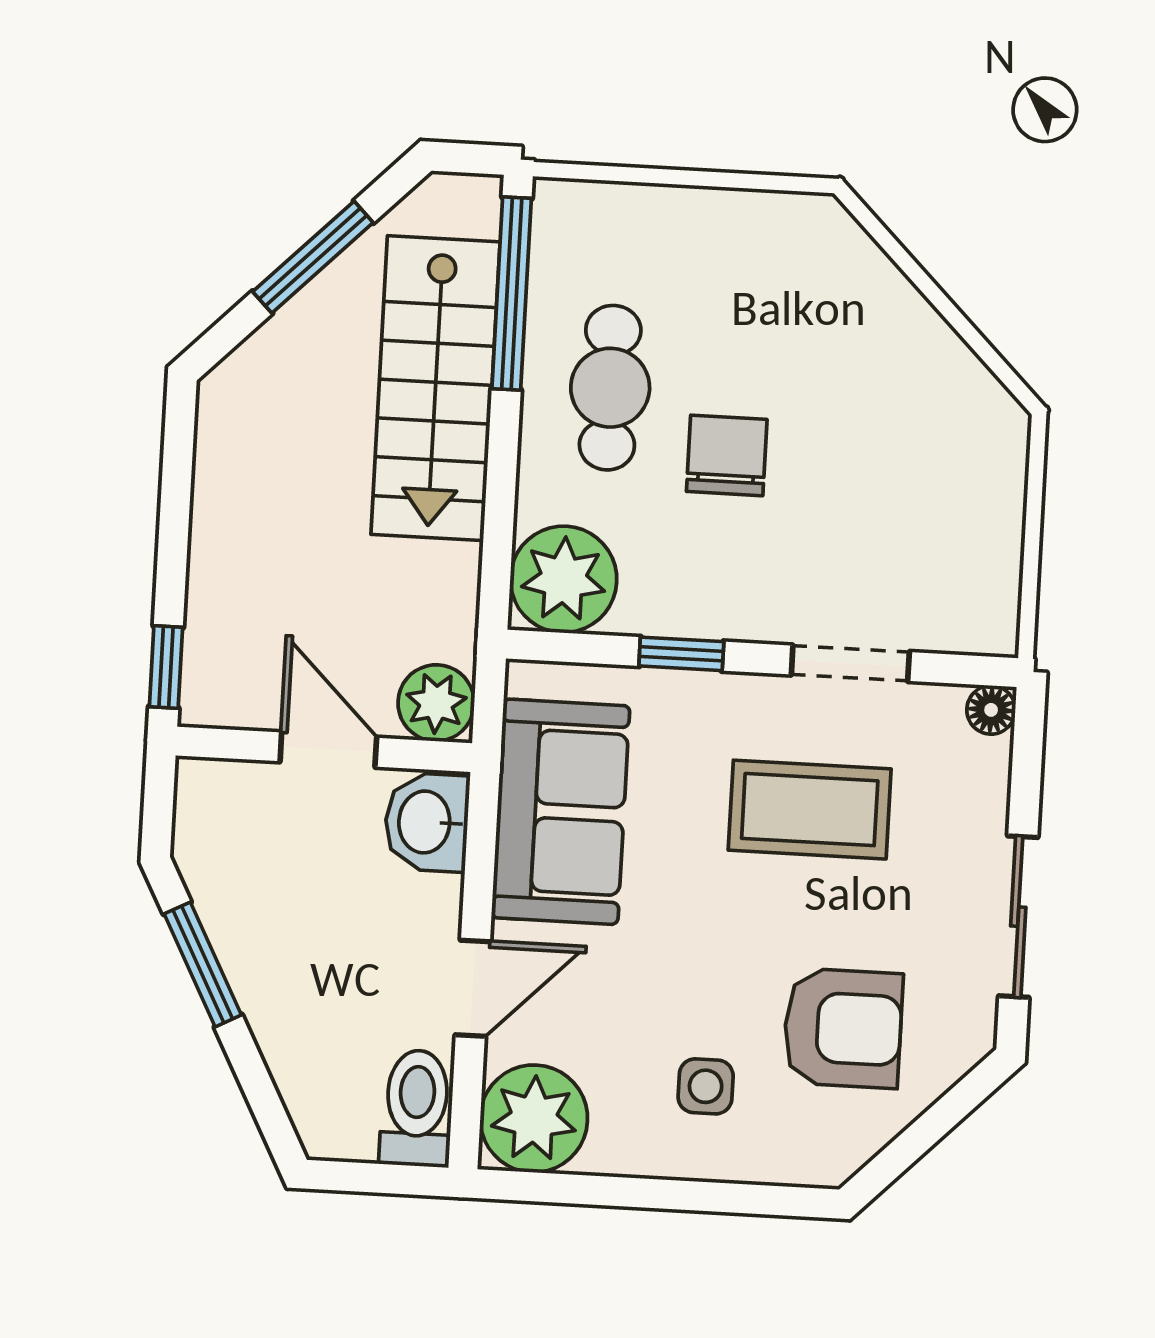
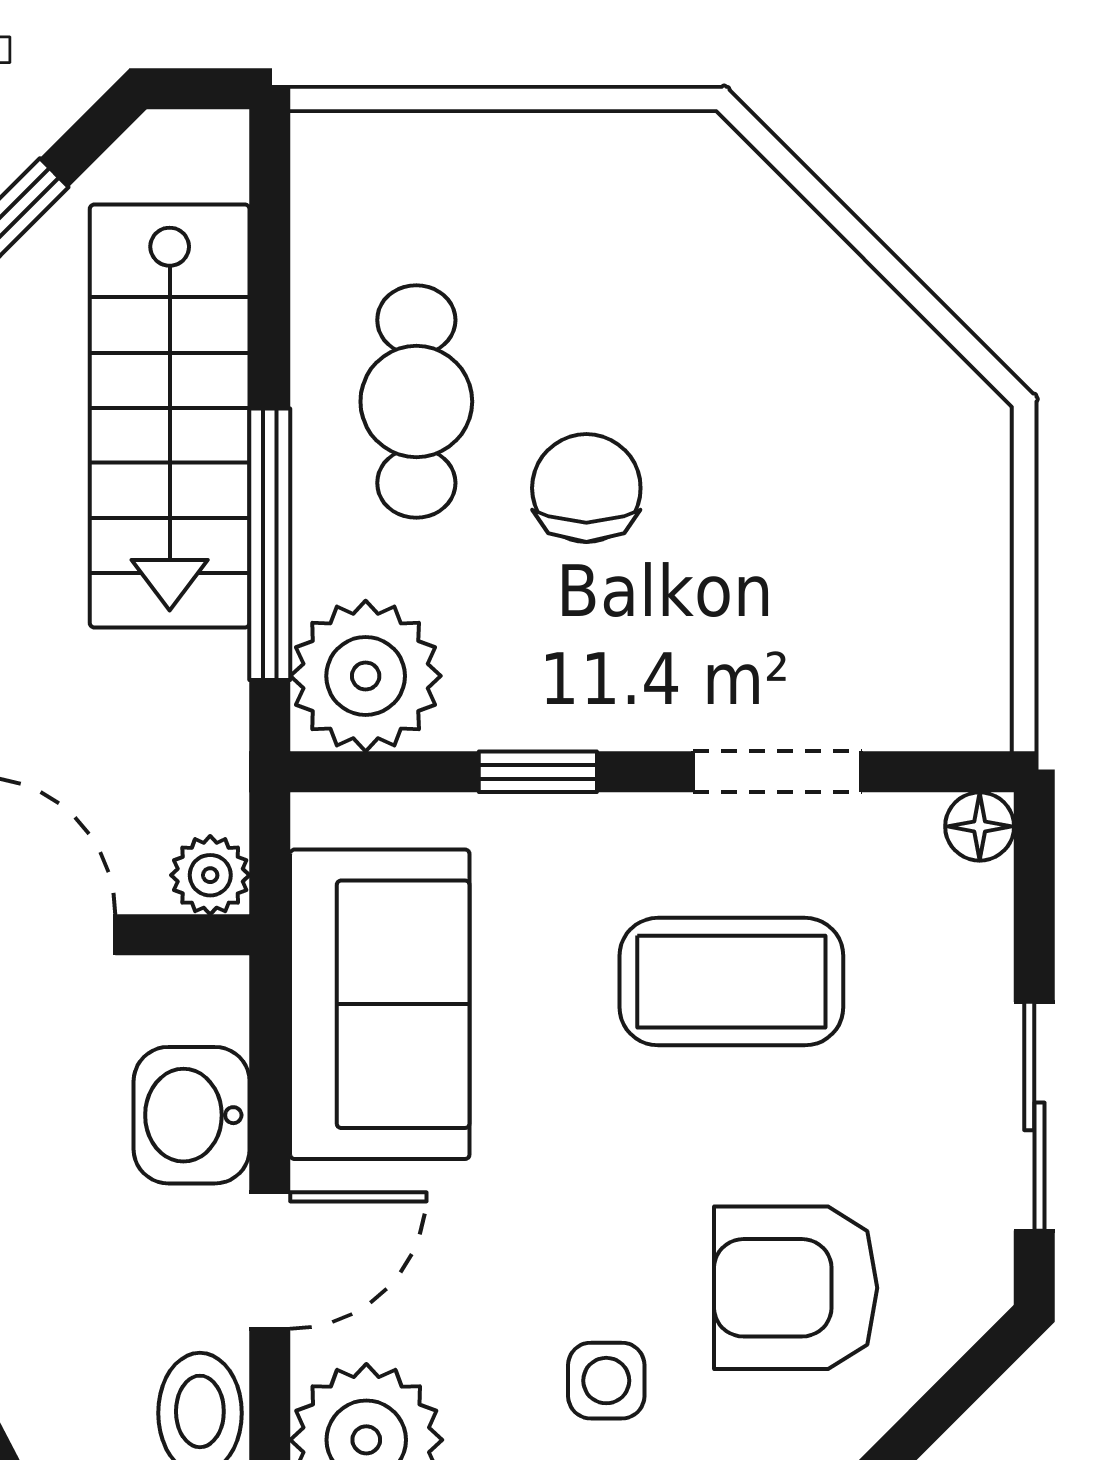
window: (512, 294) -> (270, 544), moved
plant: (436, 703) -> (210, 875), width x0.73, depth x0.73
washbasin: (427, 822) -> (192, 1115), moved
armchair: (843, 1028) -> (796, 1288), turned 180

